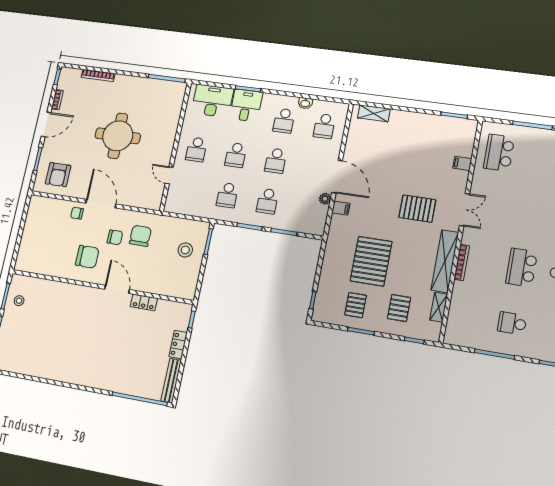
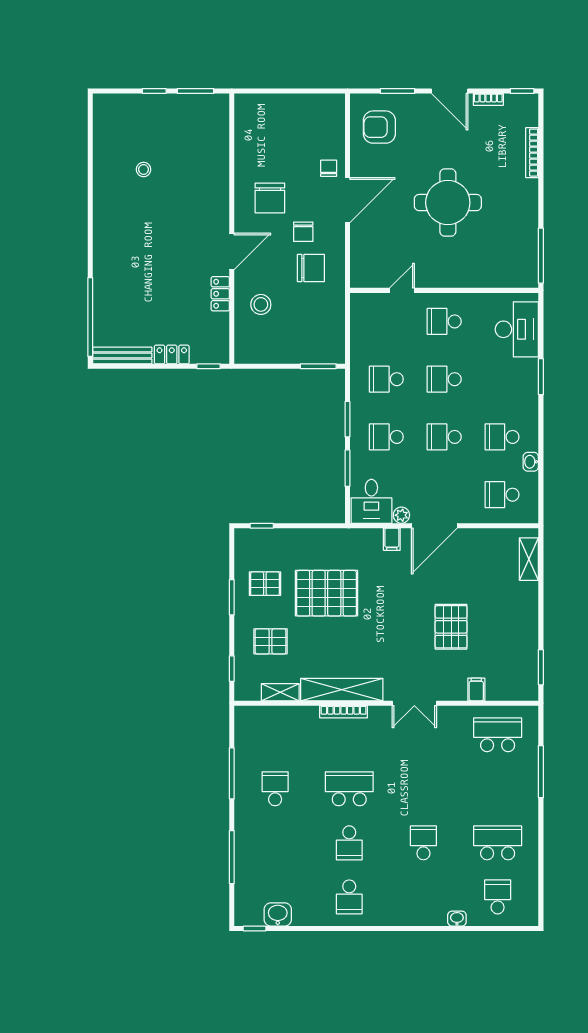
desk: (246, 105) -> (371, 501), moved, turned 90
pallet: (417, 209) -> (451, 627), moved
stool: (185, 250) -> (261, 304), moved
stool: (19, 301) -> (144, 169), moved

